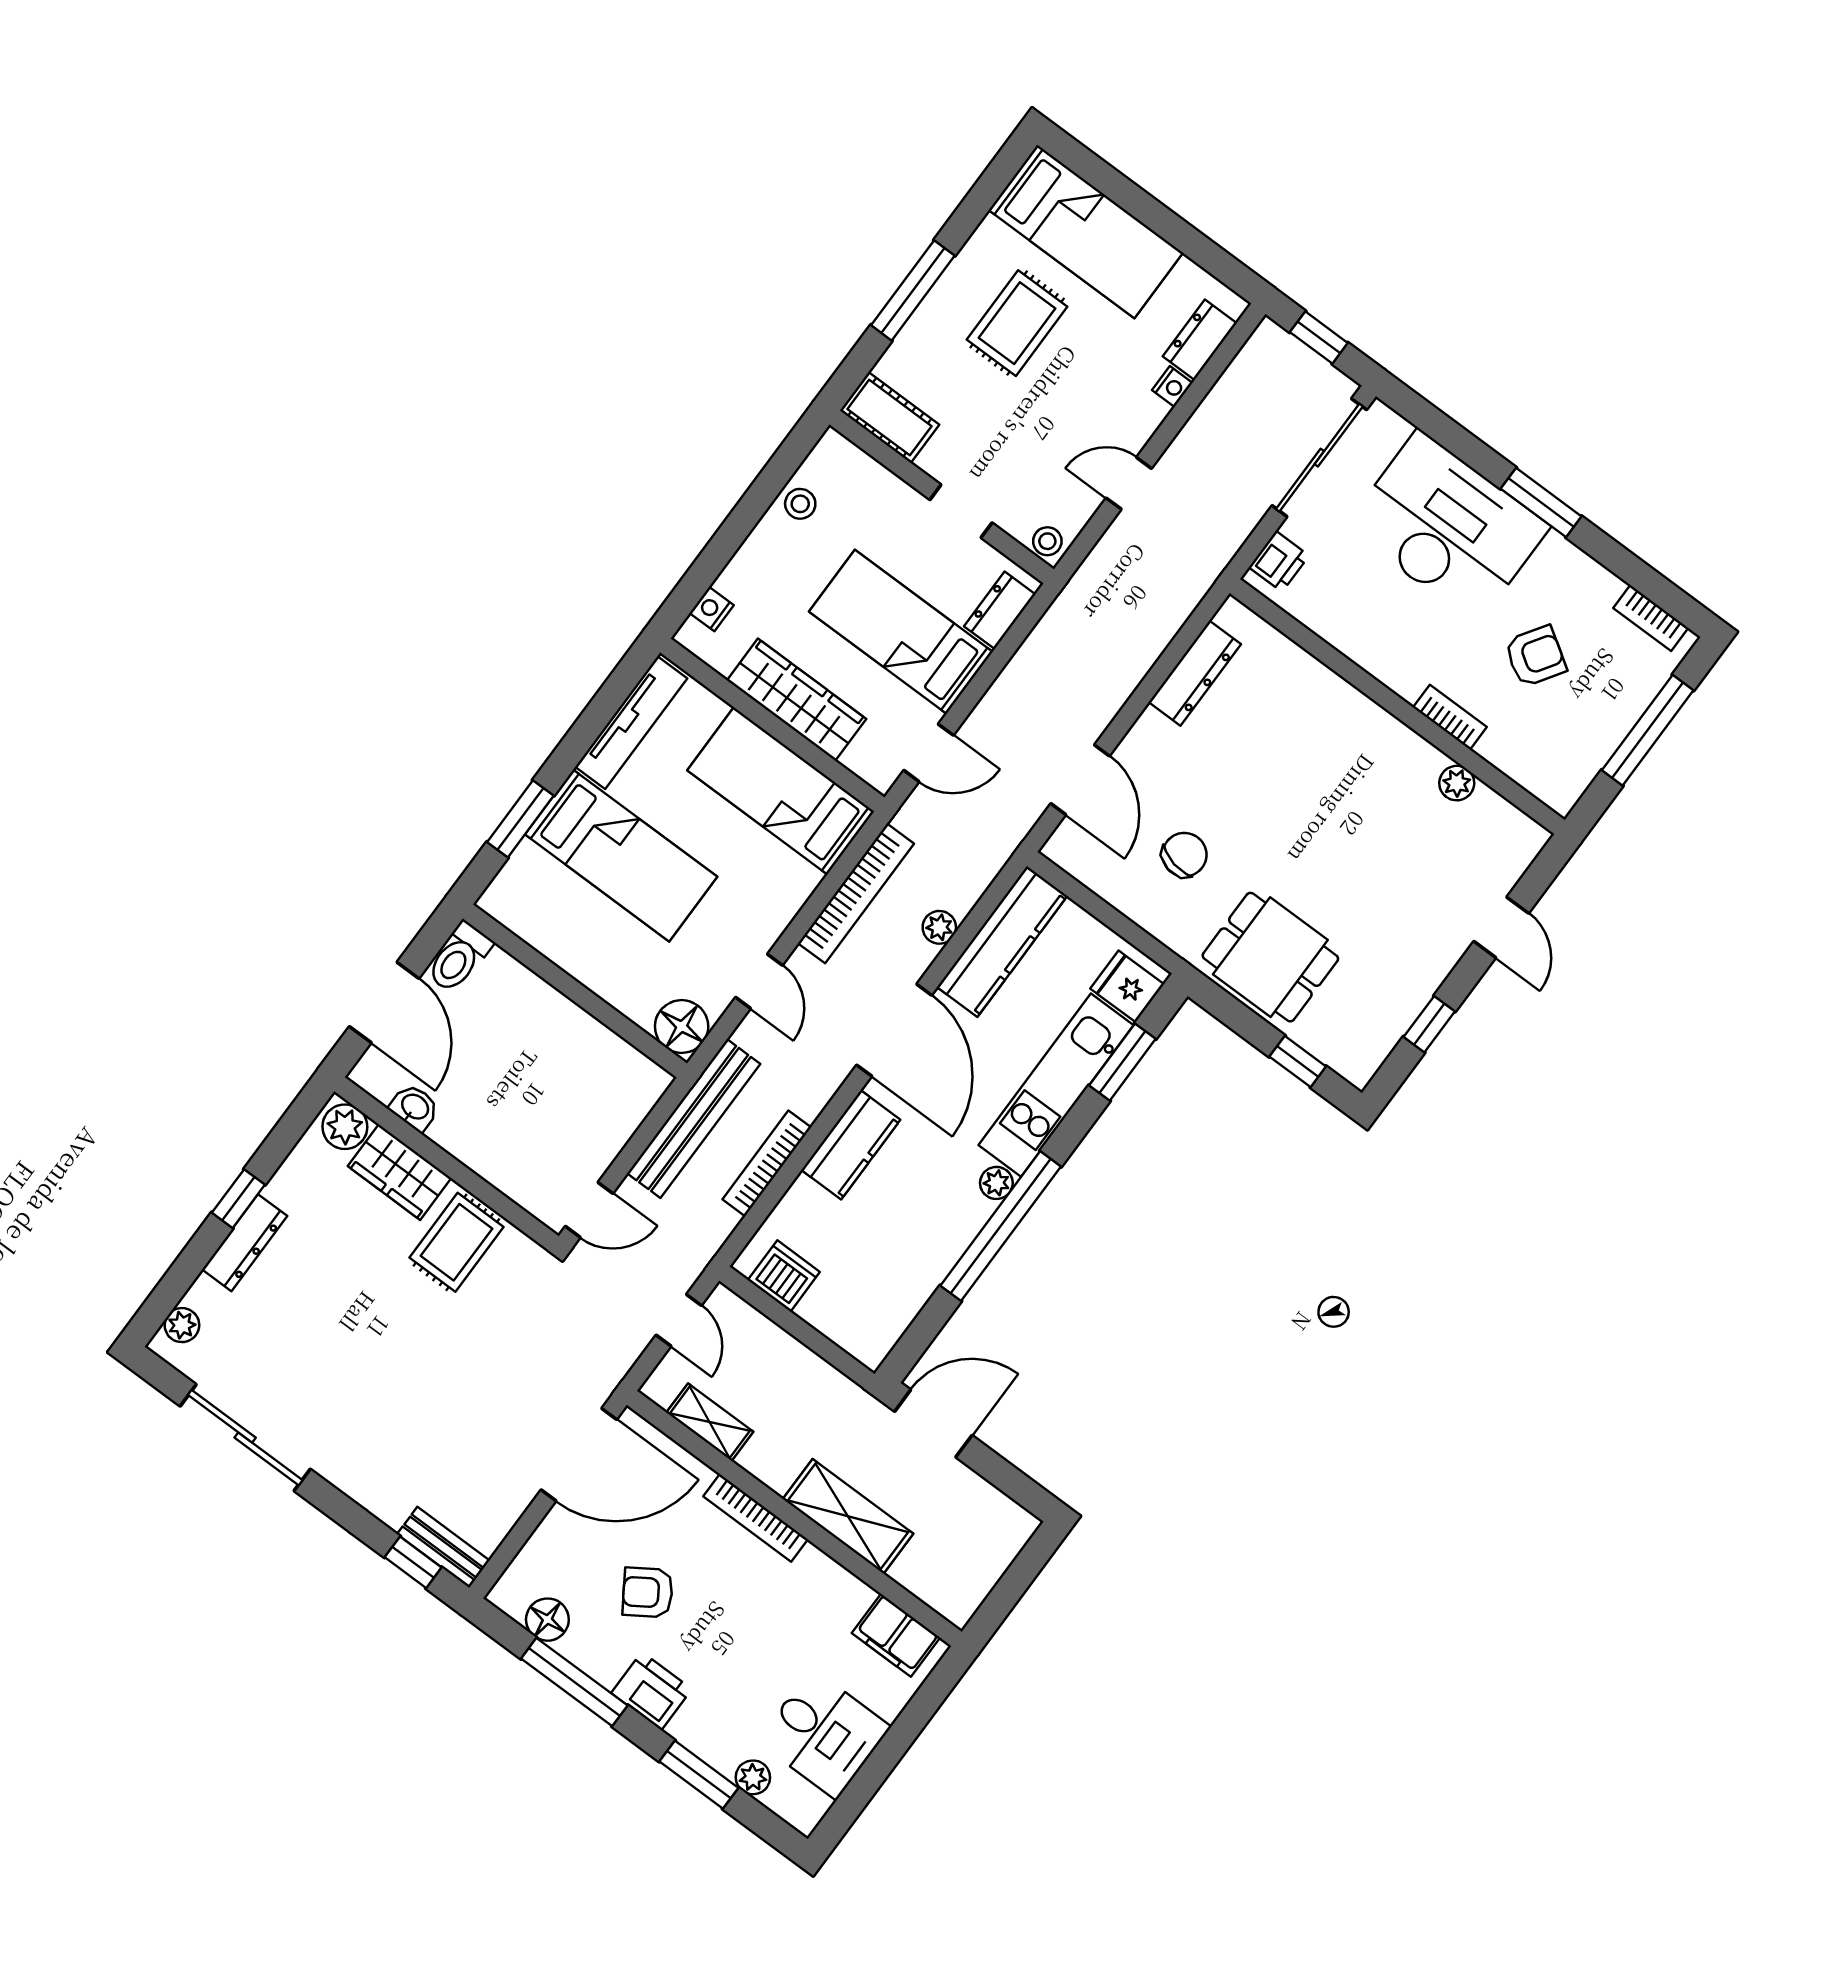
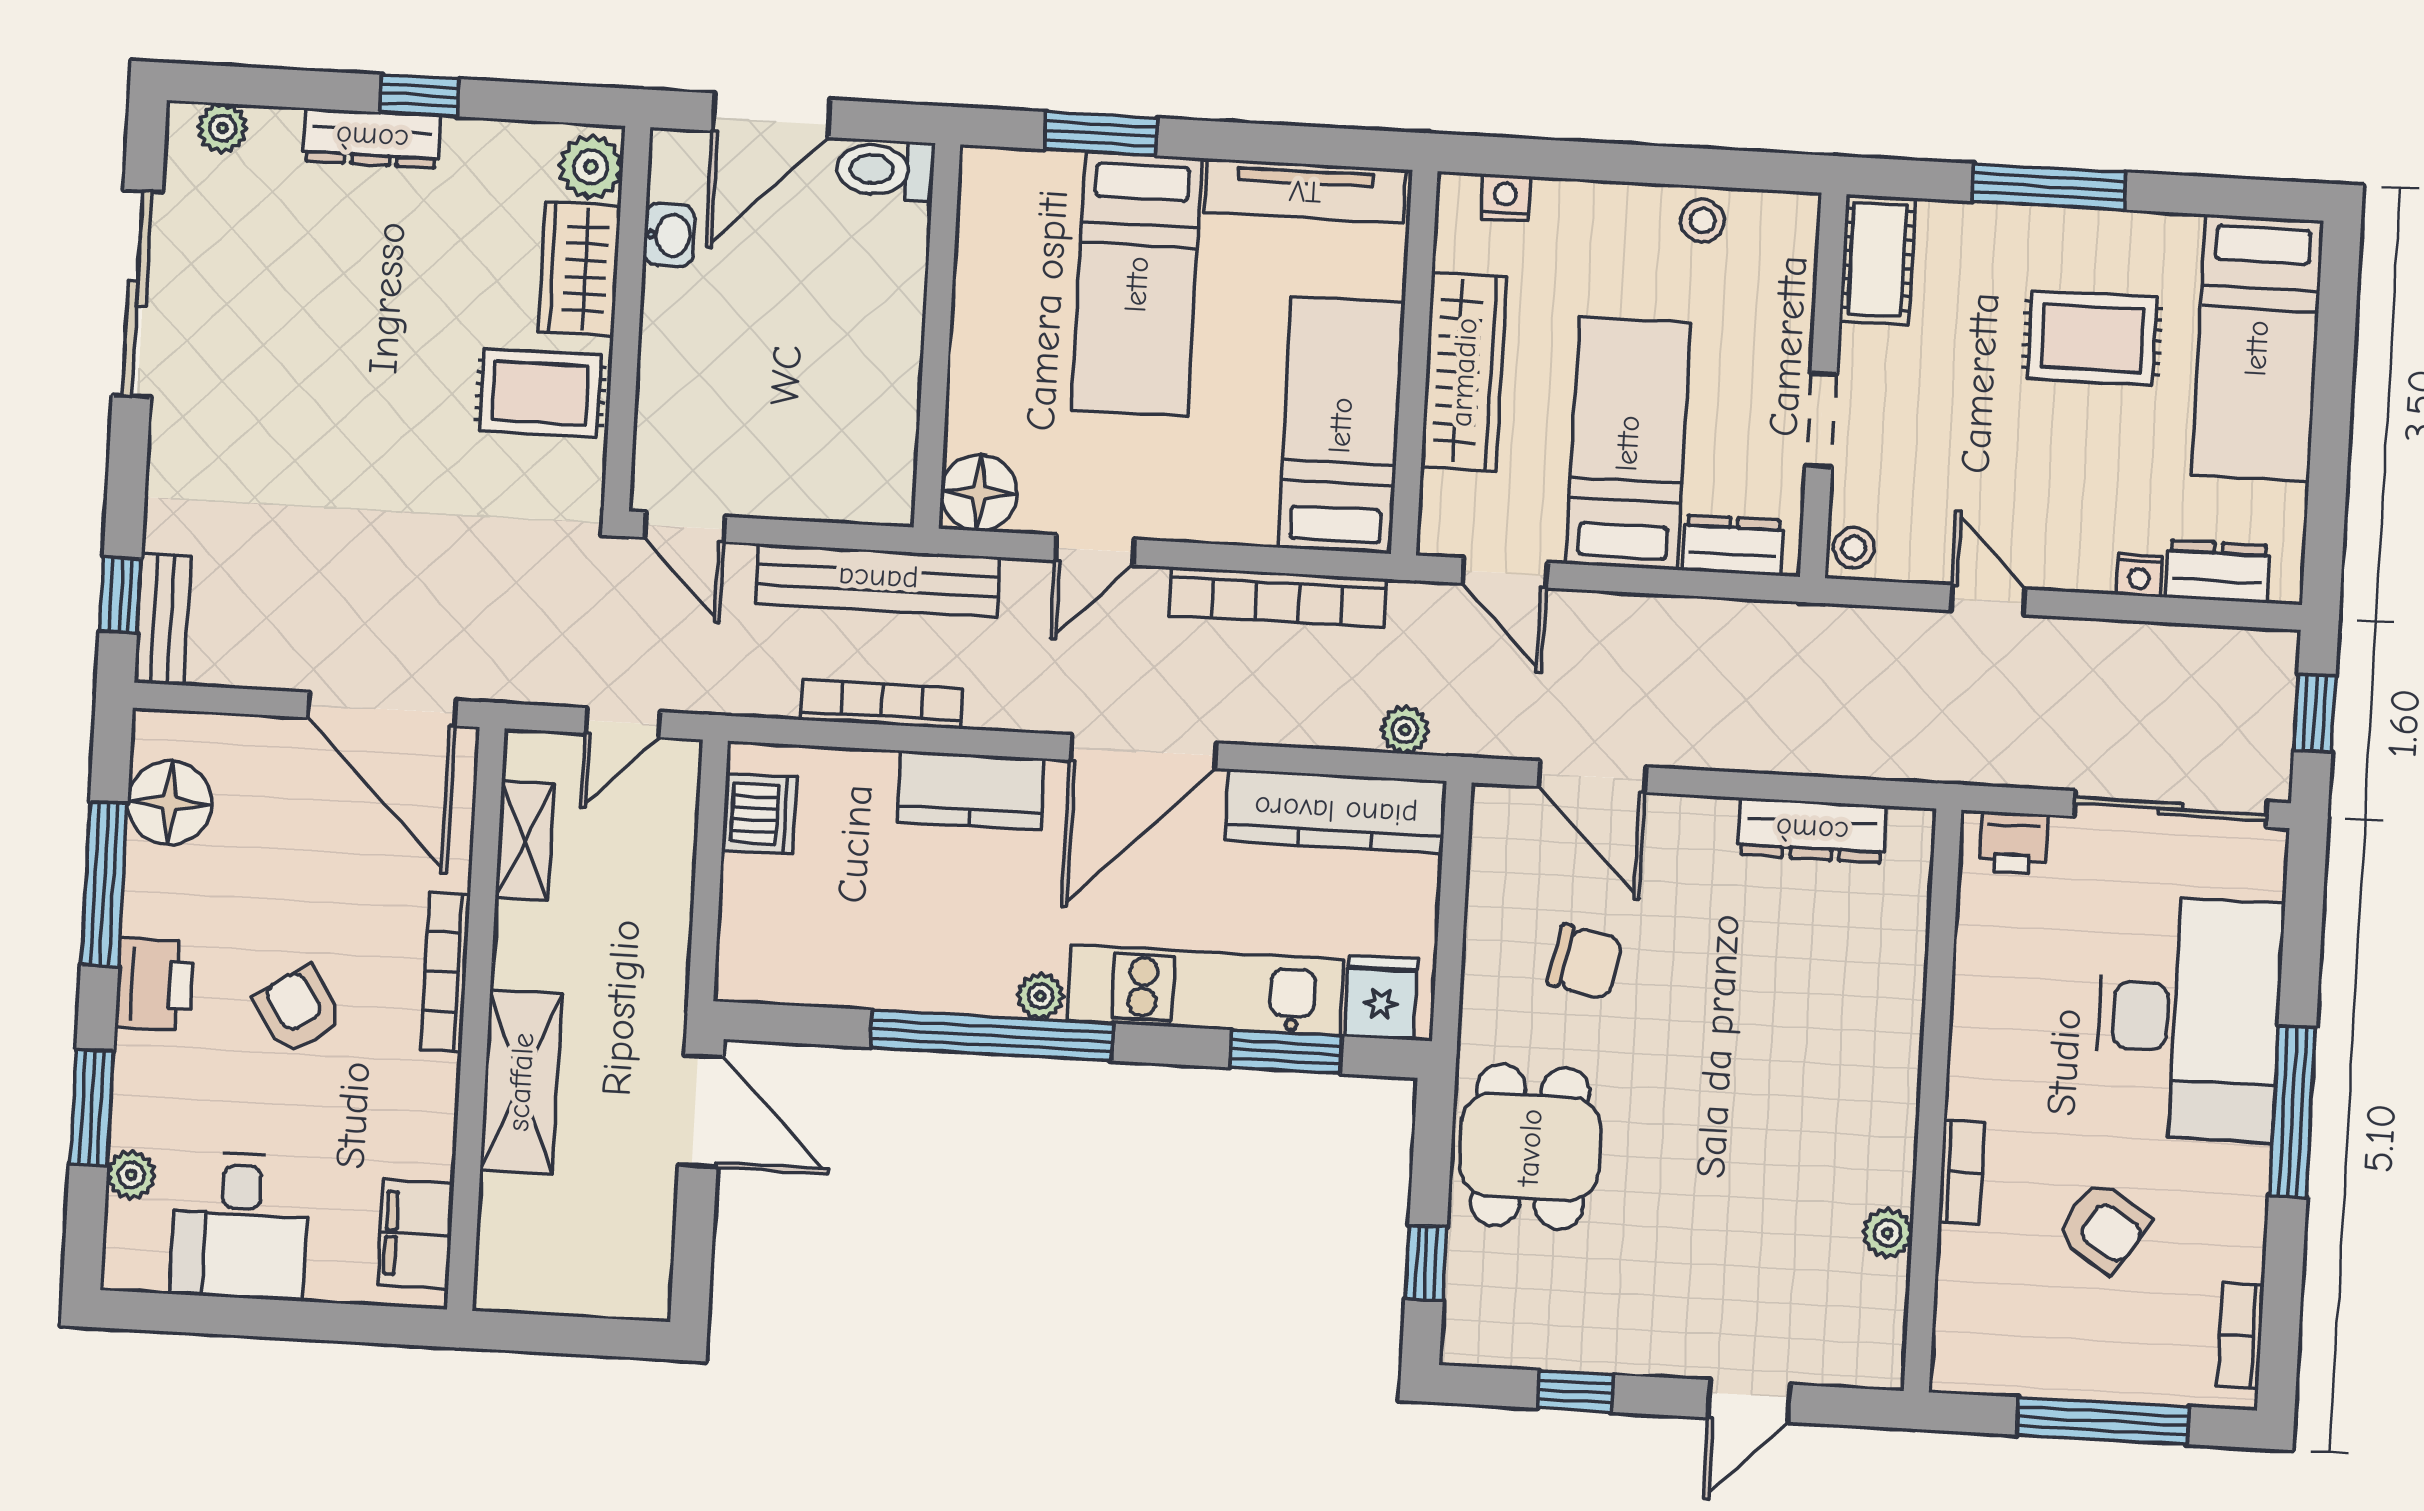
window: (1541, 502) -> (2292, 1112), width x1.44
door: (1080, 780) -> (1593, 777), hinge flipped
plant: (939, 927) -> (1405, 730), moved
armchair: (648, 1592) -> (298, 1010), moved
floor lamp: (547, 1620) -> (170, 803), width x1.38, depth x1.38

